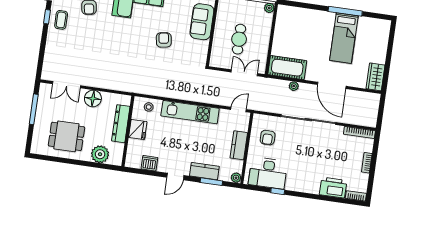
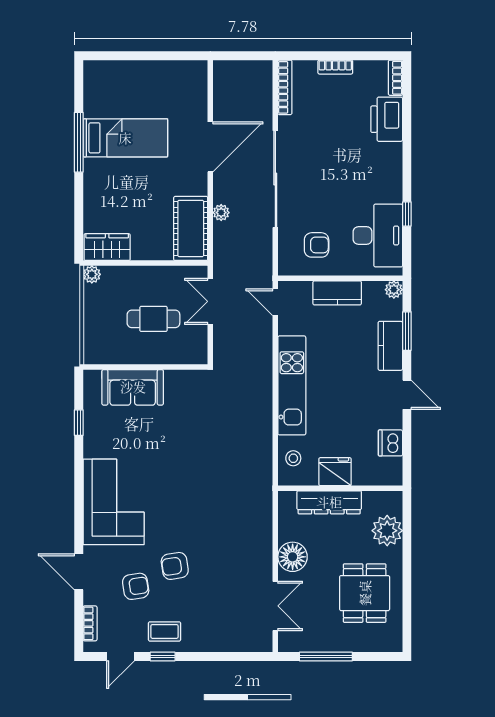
armchair: (164, 40) -> (175, 566), moved
wardrobe: (376, 77) -> (107, 247), moved, turned 180

